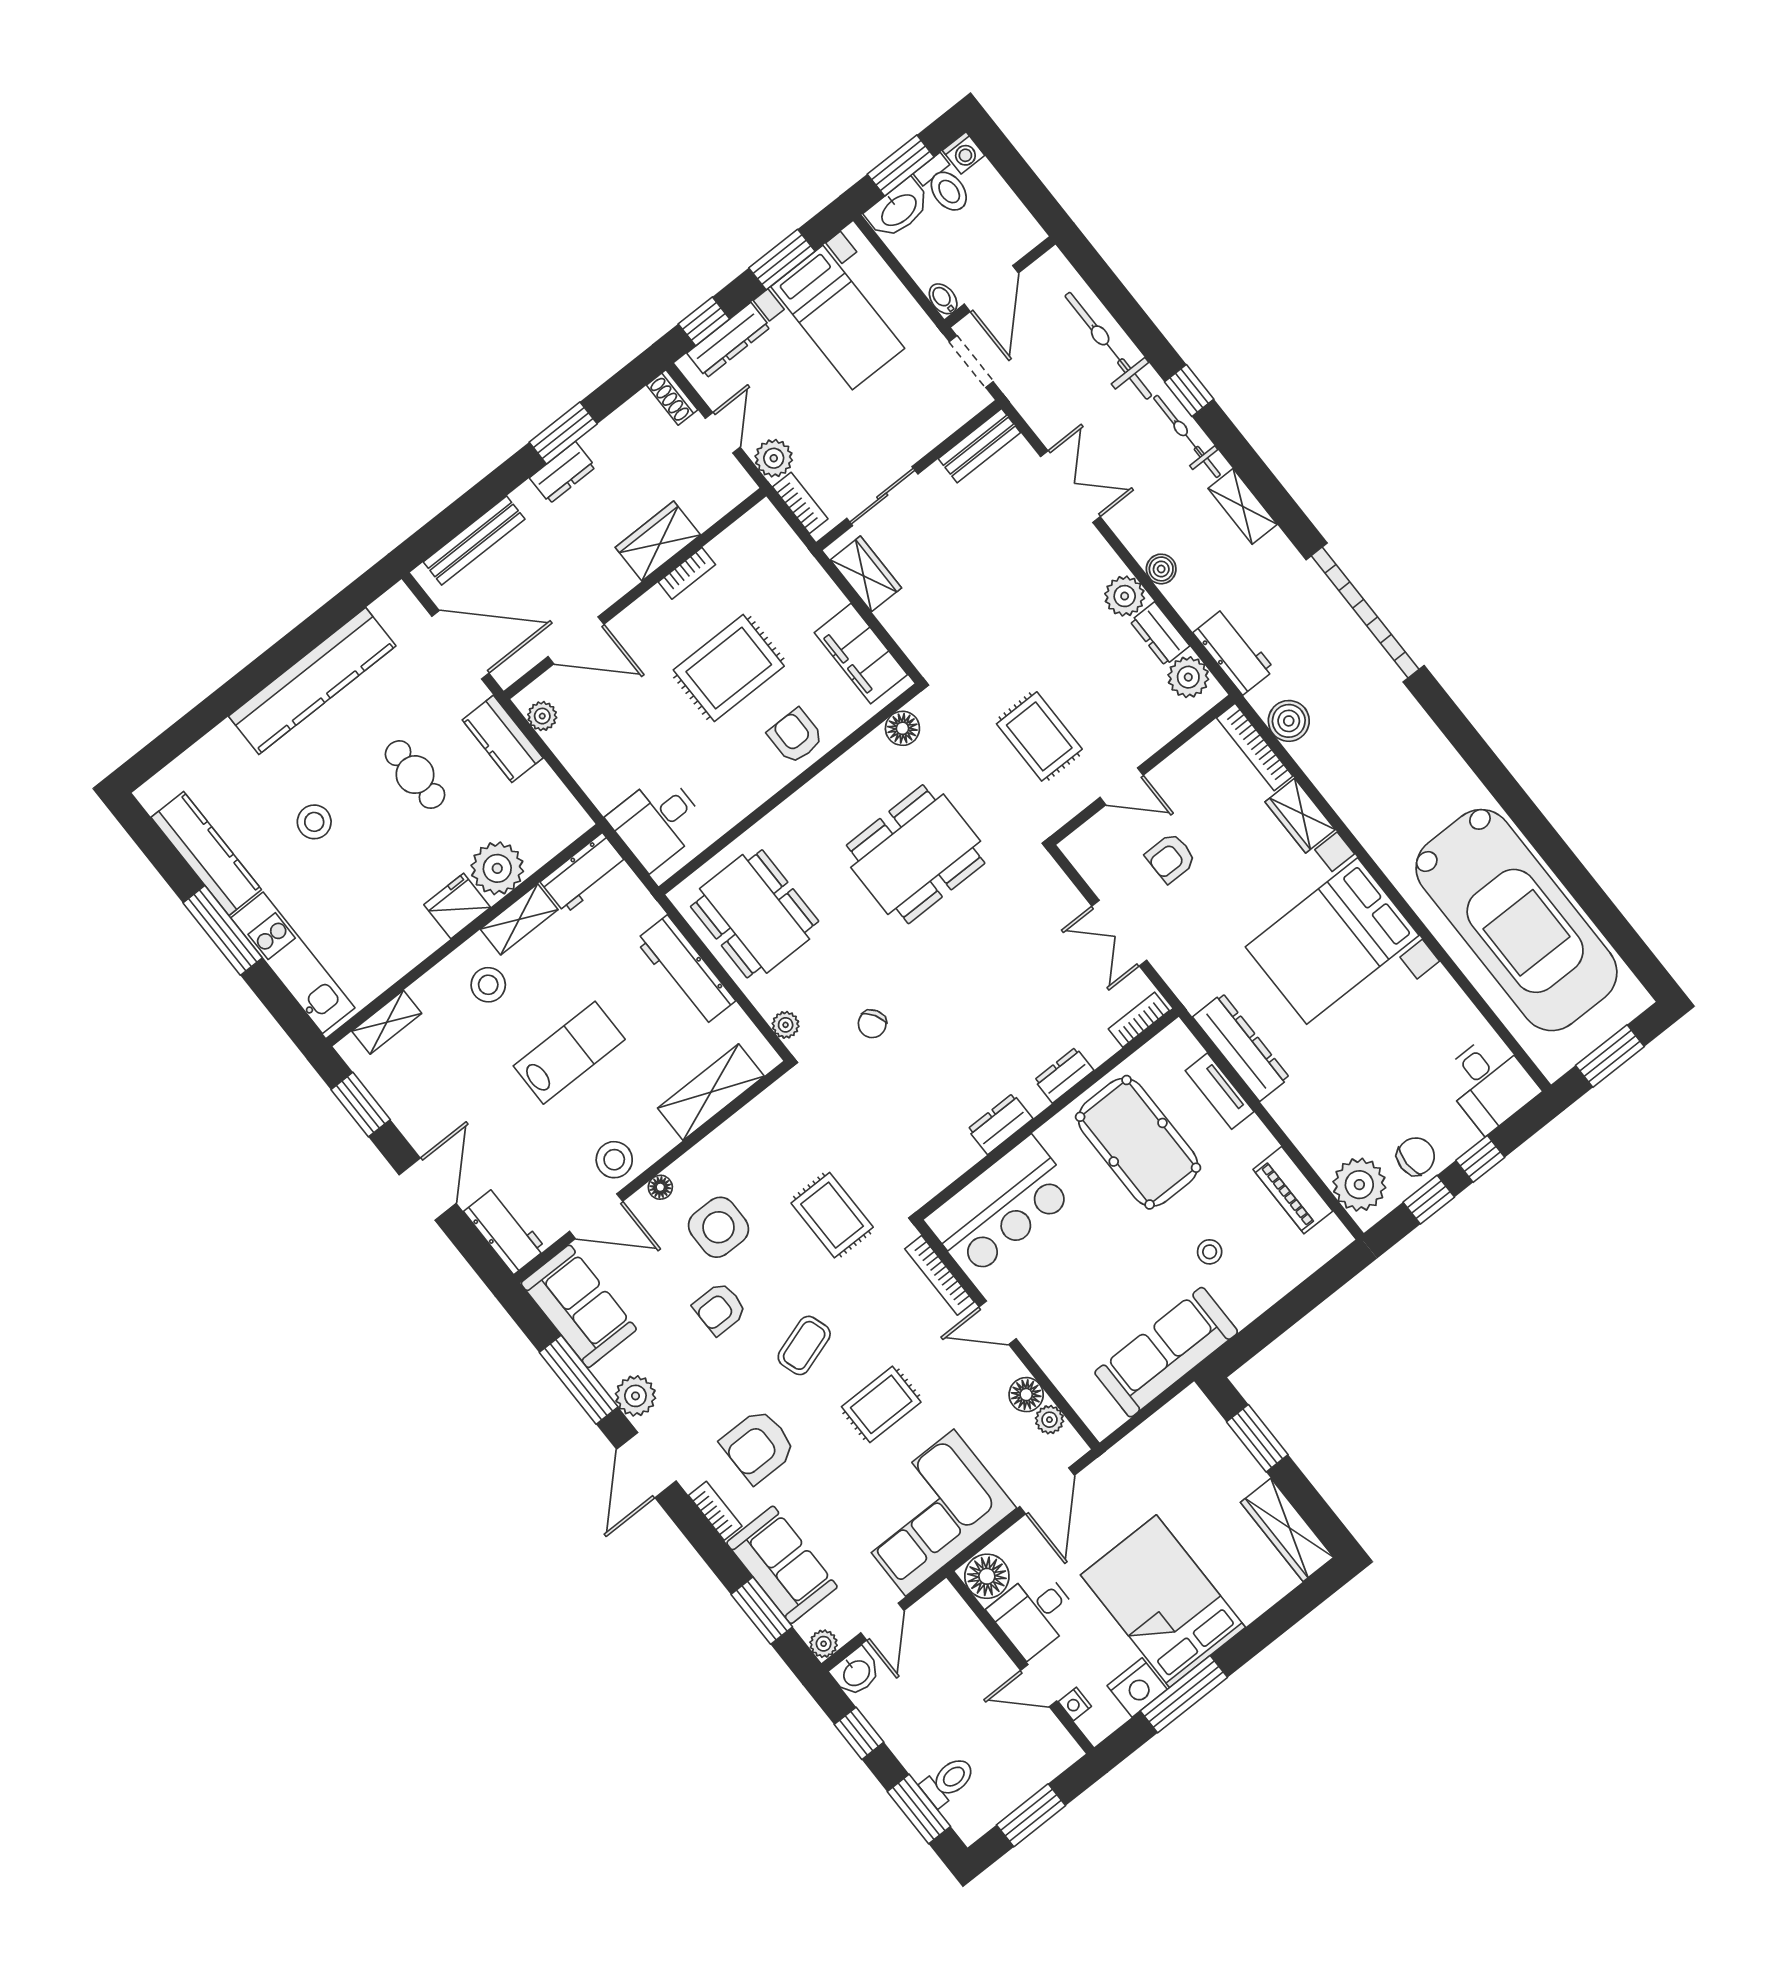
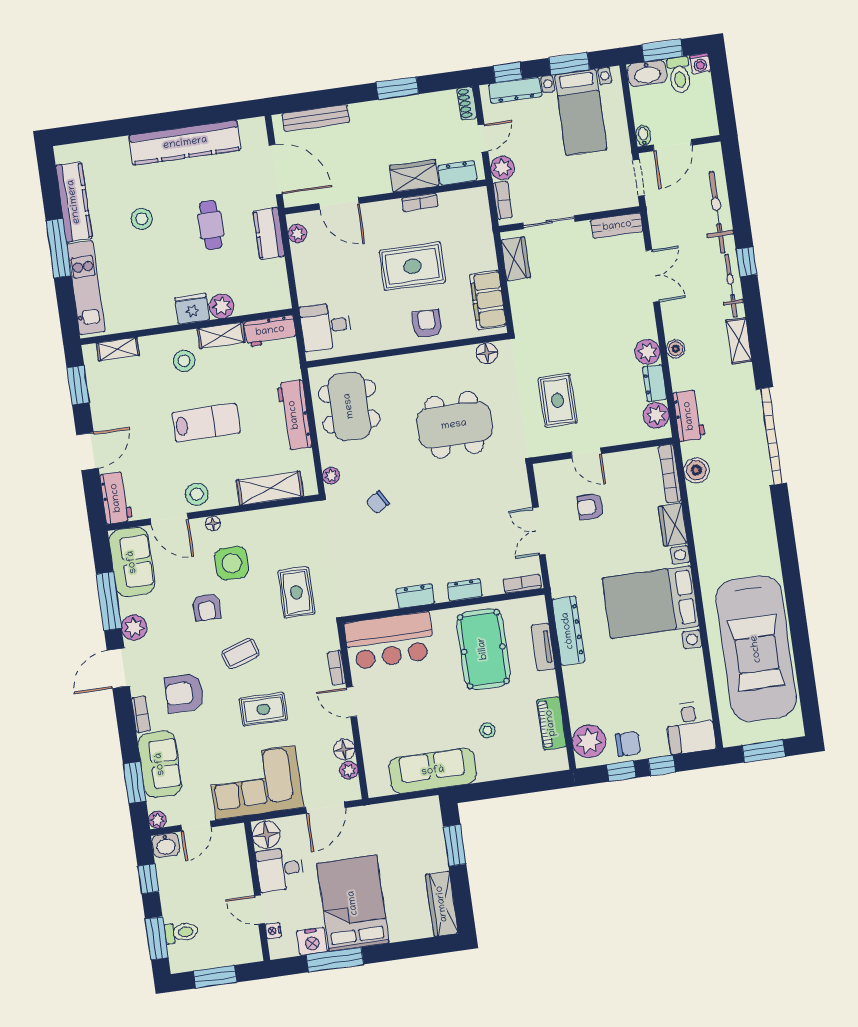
dresser: (563, 473) -> (457, 173), moved, turned 180
plant: (497, 868) -> (222, 306), width x0.73, depth x0.73
bookcase: (939, 1275) -> (336, 668), width x0.64
armchair: (720, 1309) -> (207, 607), turned -90

